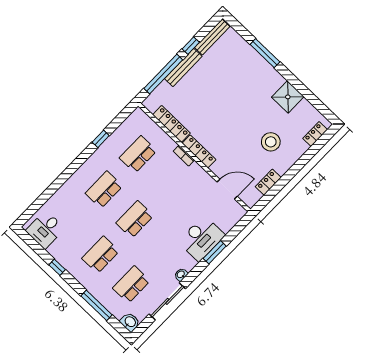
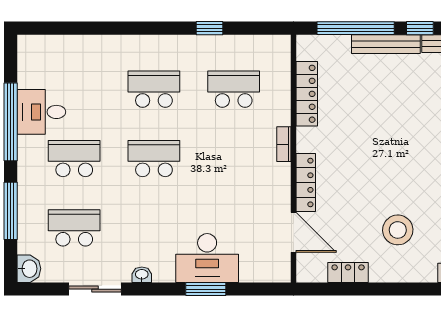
locker: (199, 151) -> (306, 183), moved
desk: (45, 230) -> (41, 112), moved
window: (57, 267) -> (11, 122), width x3.17
sliding door: (167, 301) -> (95, 289), width x0.73

